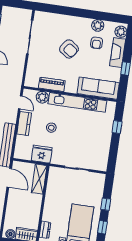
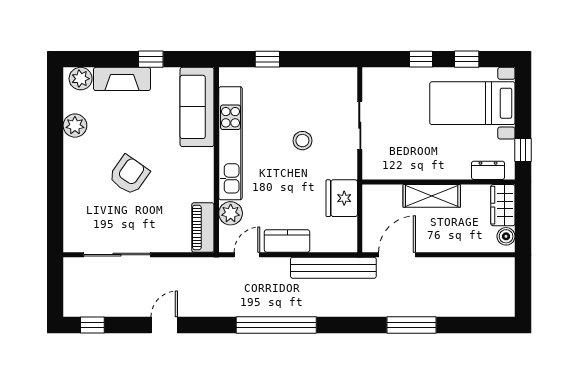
armchair: (97, 43) -> (109, 123), removed
piano: (52, 84) -> (203, 227), moved
stool: (51, 128) -> (302, 141), moved
shelving: (39, 179) -> (432, 196), moved

